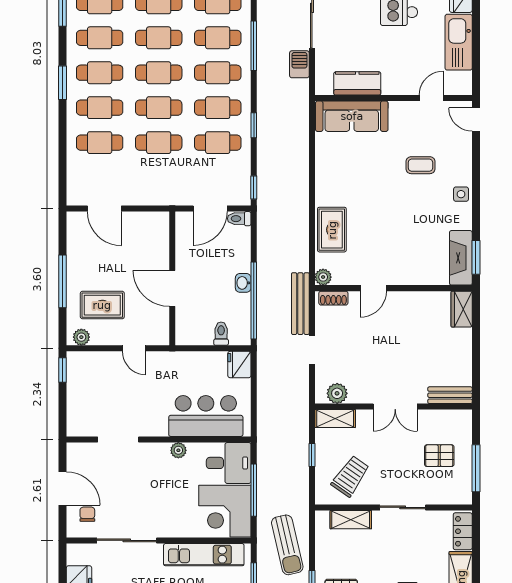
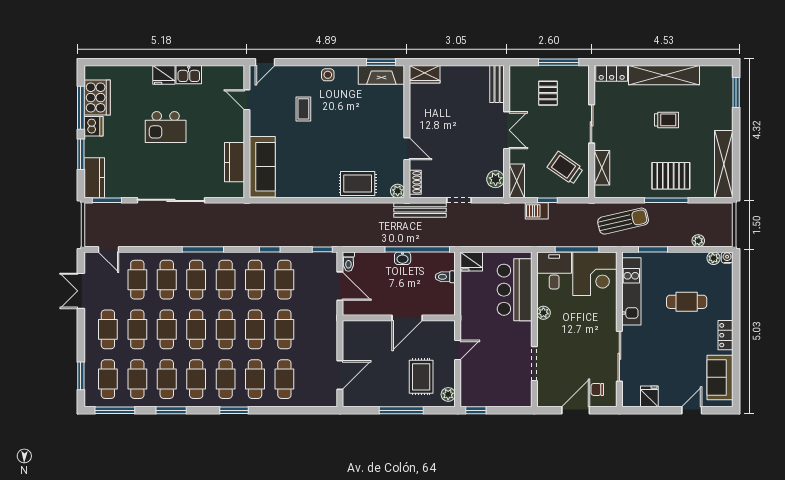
kitchen sink: (459, 42) -> (189, 75), width x0.53, depth x0.81
barbecue: (299, 64) -> (537, 211), moved

